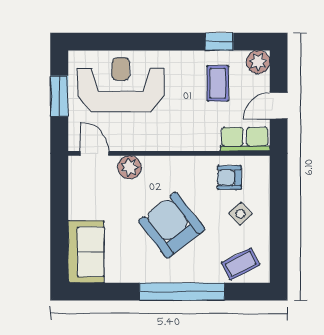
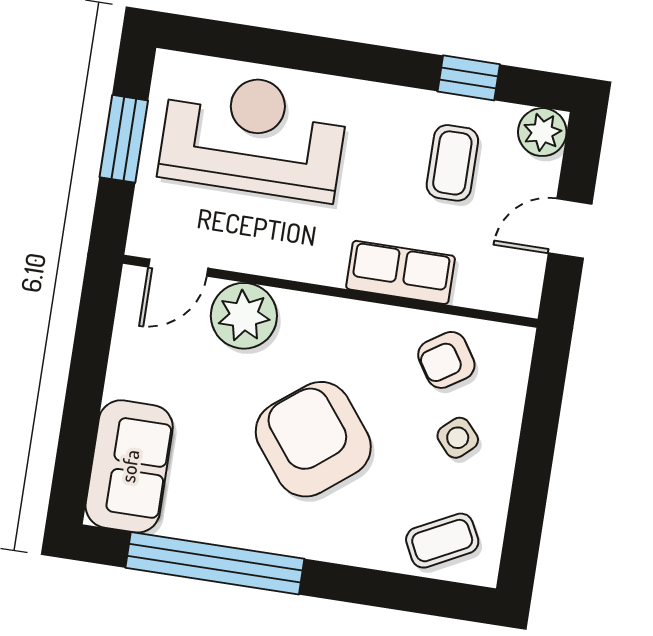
row of seats: (245, 139) -> (401, 272), moved
door: (95, 153) -> (178, 268), swing flipped
plant: (130, 167) -> (244, 316), width x1.36, depth x1.36
armchair: (229, 178) -> (446, 360), turned -33
window: (182, 292) -> (215, 563), moved

